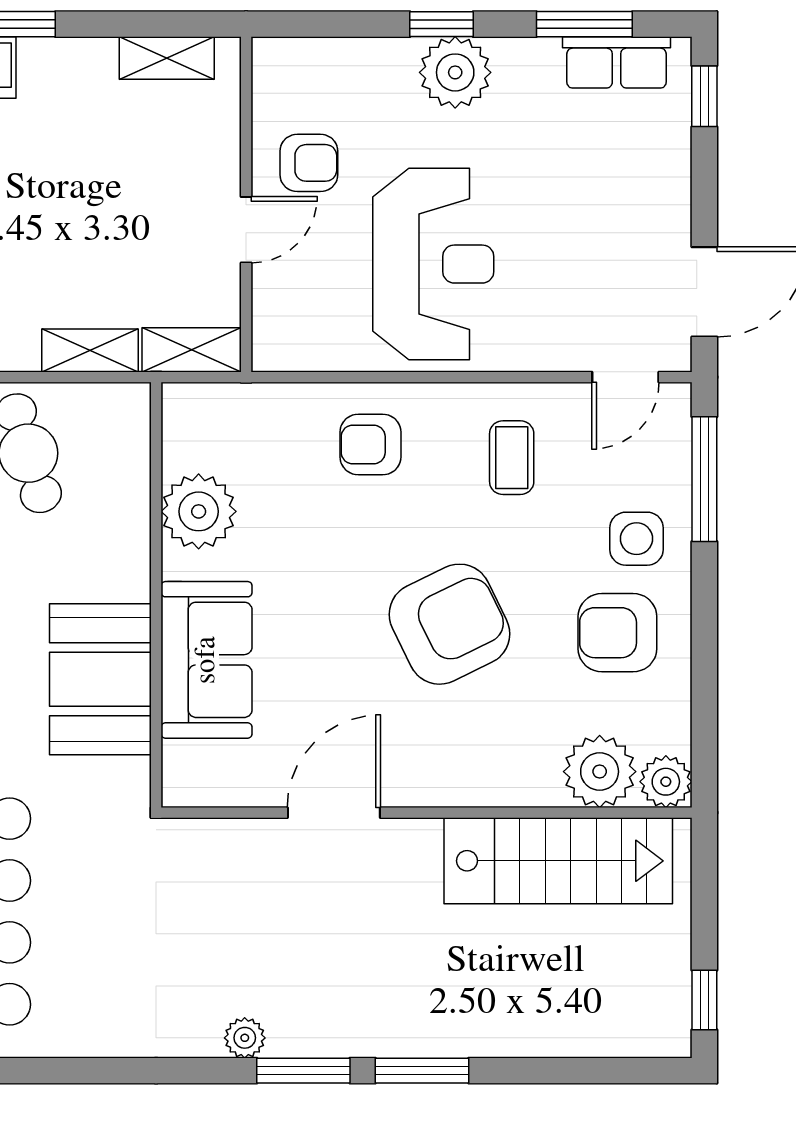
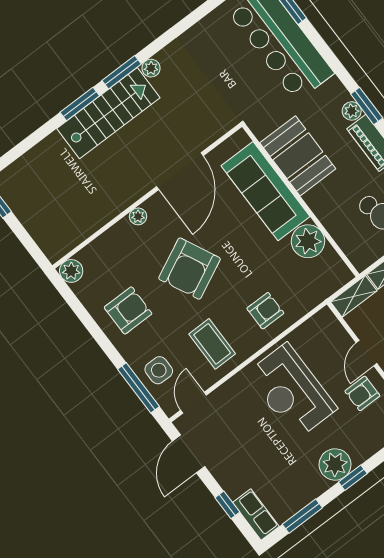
row of seats: (617, 62) -> (256, 514), moved, turned 90
window: (704, 96) -> (227, 505), moved
coffee table: (512, 458) -> (212, 344), width x1.36, depth x1.30
side table: (637, 539) -> (159, 370), moved
sofa: (206, 660) -> (266, 191), width x1.36
plant: (600, 772) -> (138, 216), moved, width x0.53, depth x0.53
door: (334, 813) -> (180, 171), width x1.36
stairs: (558, 861) -> (108, 113), moved, turned 180

